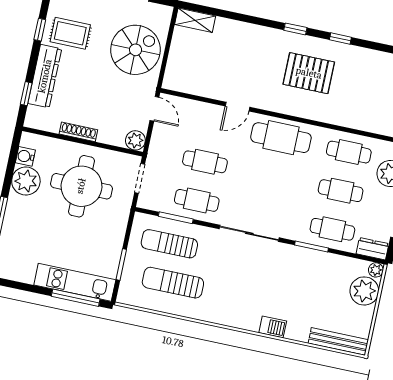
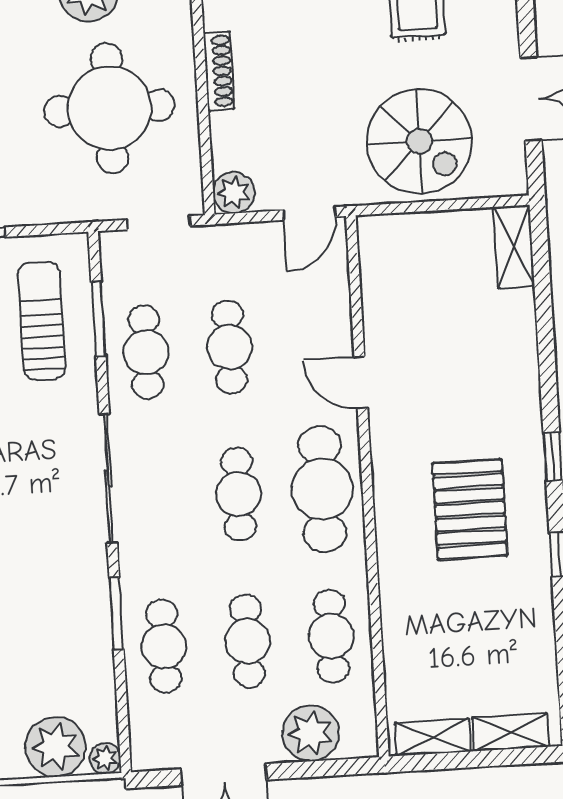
cafe table: (273, 176) -> (238, 494), added
dresser: (372, 249) -> (147, 739), removed

